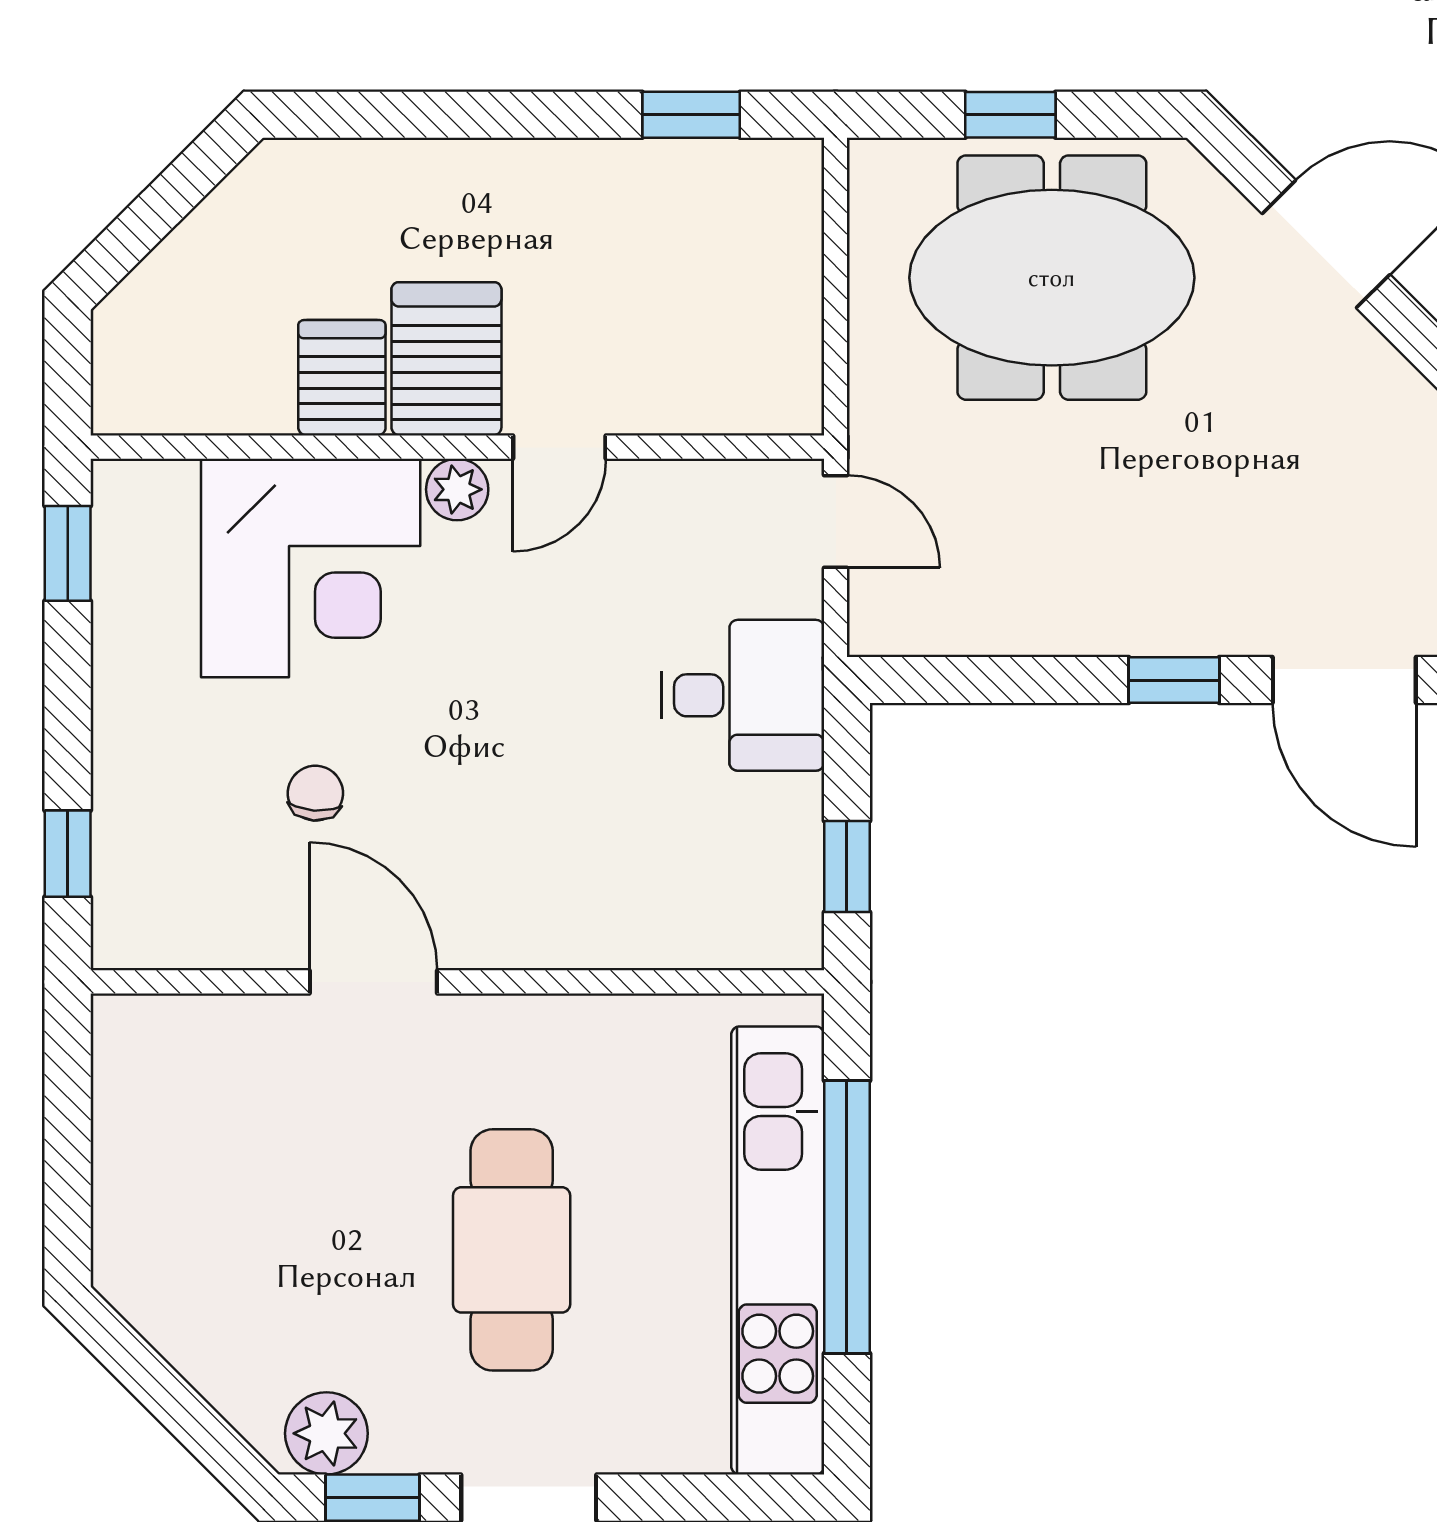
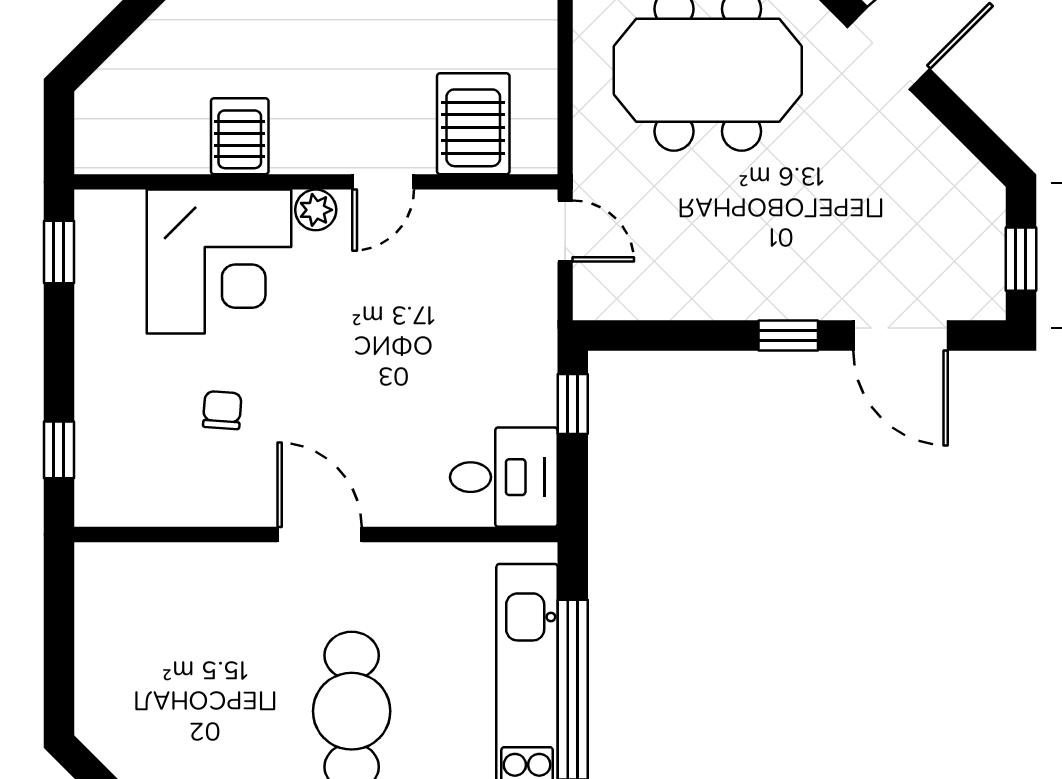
server rack: (446, 359) -> (473, 124), moved
desk: (743, 695) -> (504, 477), moved
window: (847, 866) -> (573, 404), moved
door: (373, 982) -> (320, 534), moved

